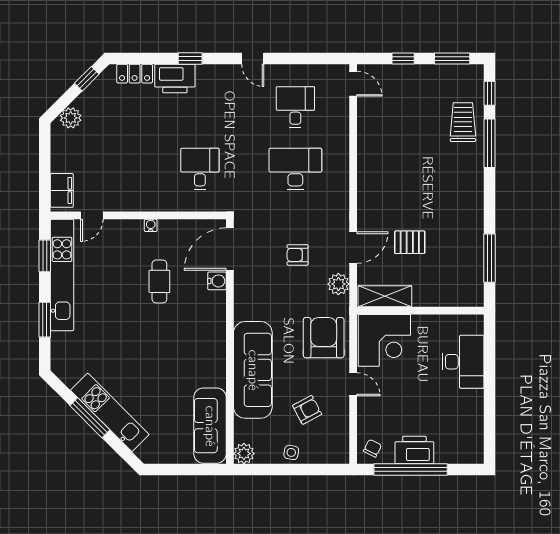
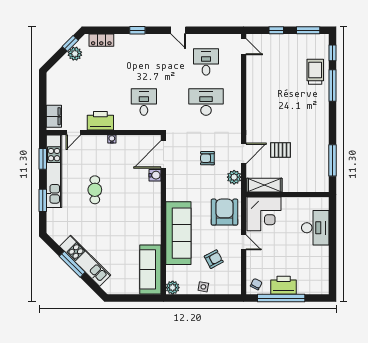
printer: (175, 79) -> (100, 121), moved, turned 180
plant: (71, 118) -> (75, 54), moved
cafe table: (159, 281) -> (95, 190), moved

